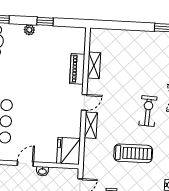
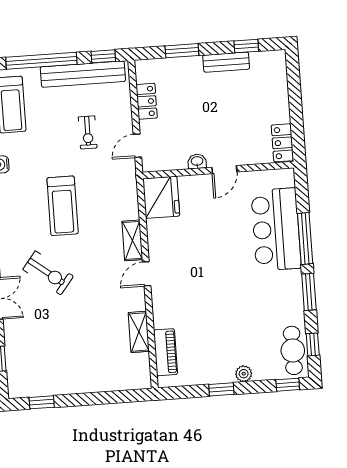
piano: (77, 69) -> (166, 352), moved
exercise bike: (148, 111) -> (48, 273), turned -55
treadmill: (133, 153) -> (63, 206), turned -90

